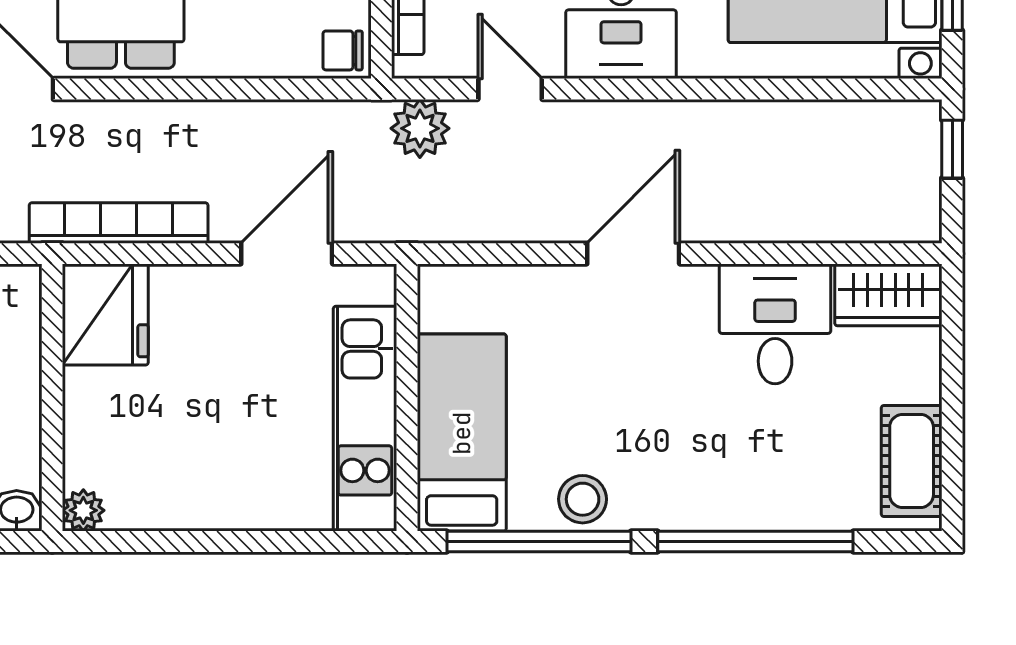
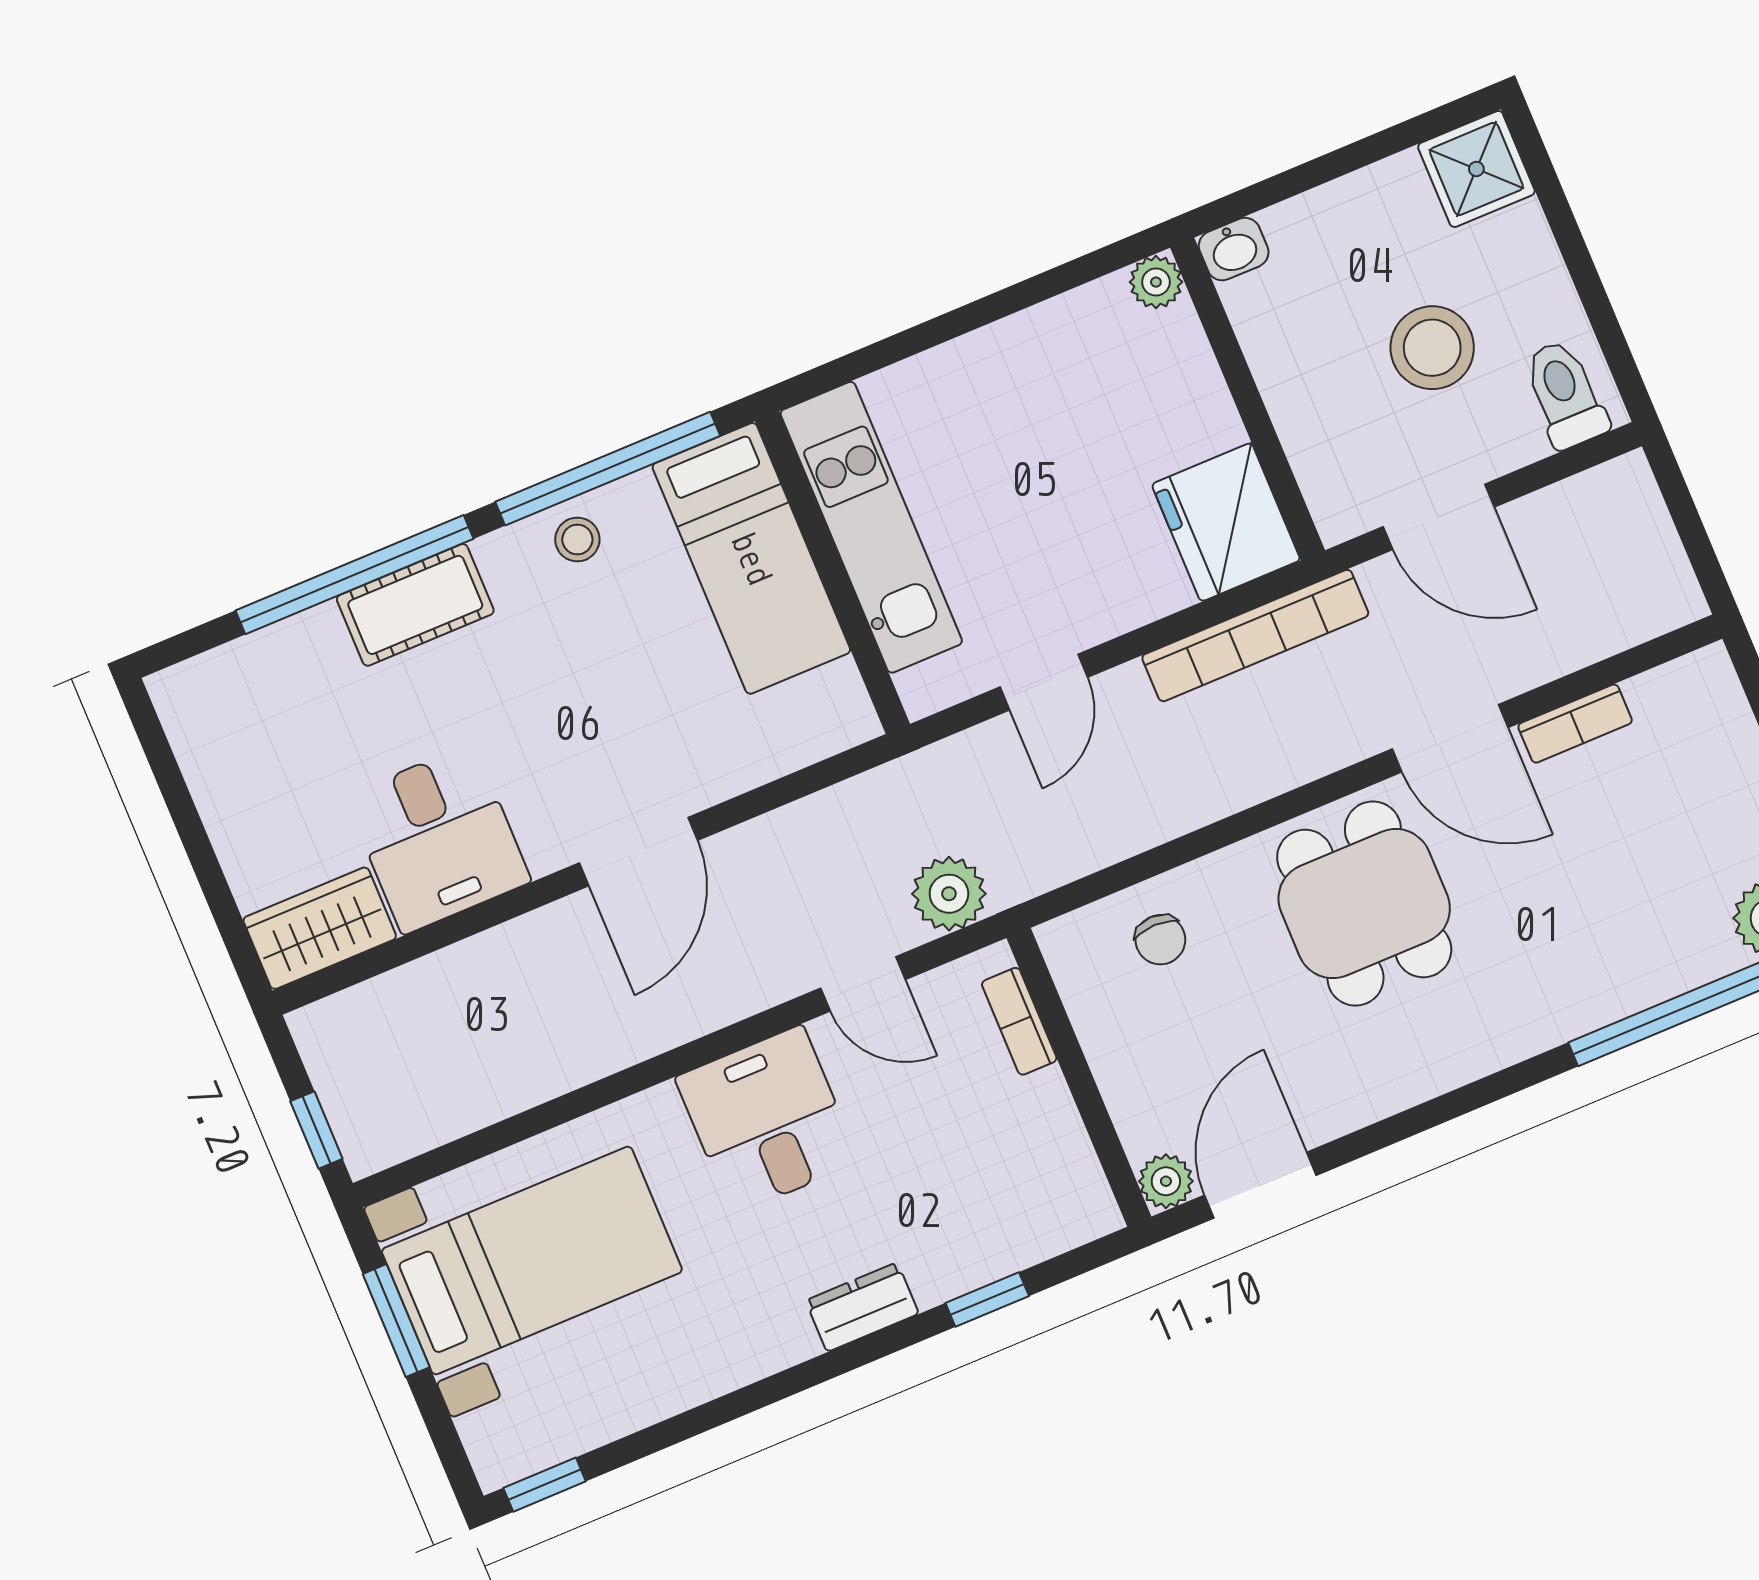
chair: (343, 50) -> (1160, 940), moved, turned 90
door: (287, 254) -> (1044, 682), width x0.73
cot: (912, 461) -> (415, 605), moved, turned 90
stool: (583, 499) -> (577, 539), width x0.73, depth x0.73

